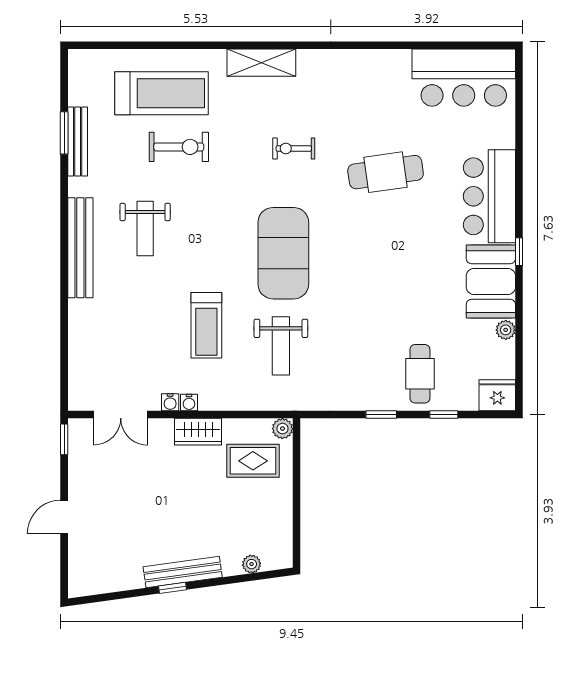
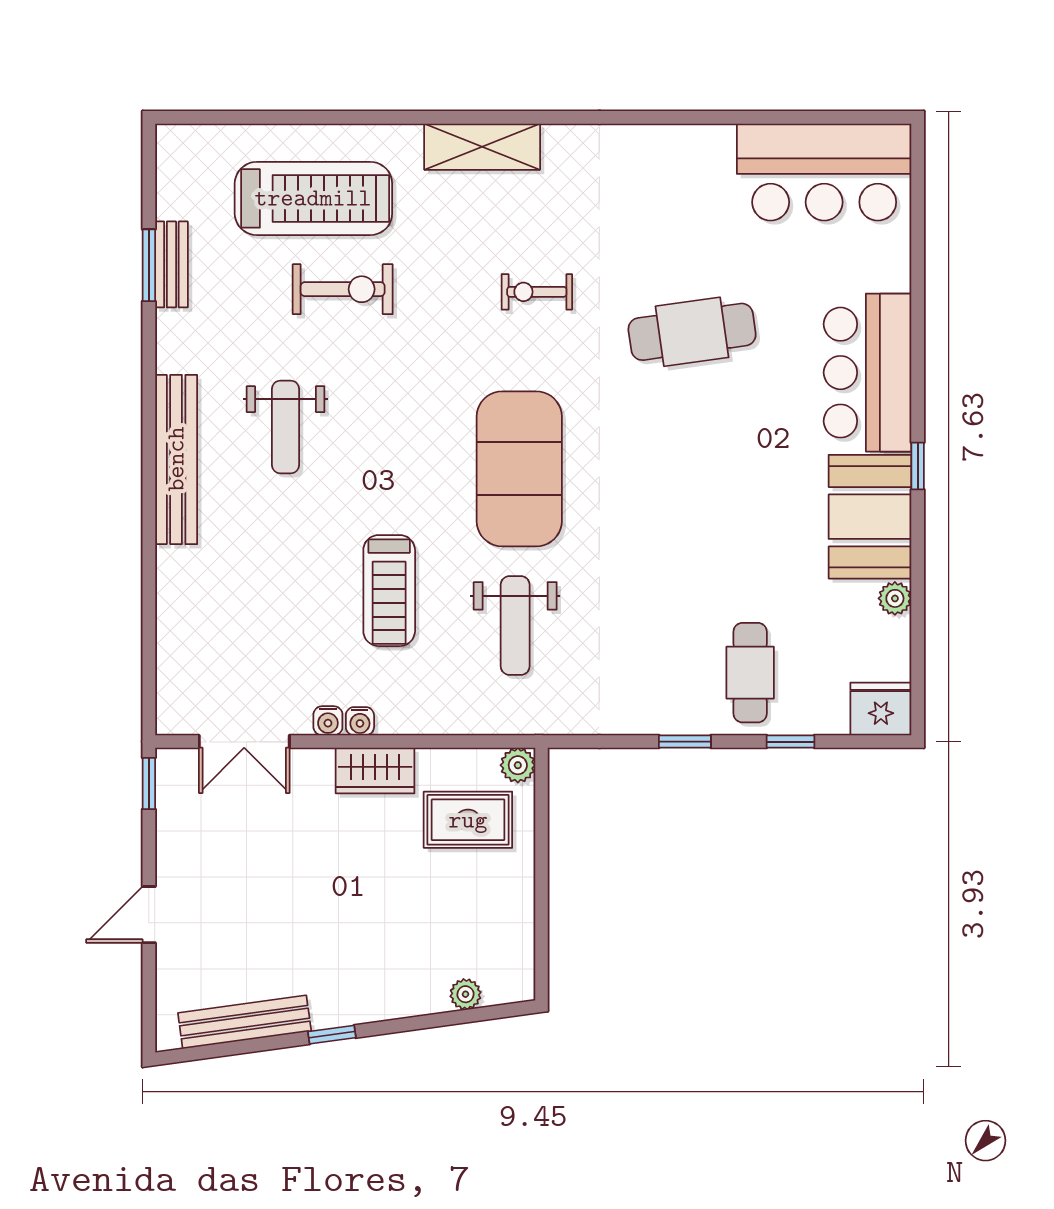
bench: (78, 142) -> (171, 264), width x0.73
bench: (183, 572) -> (245, 1022), moved

